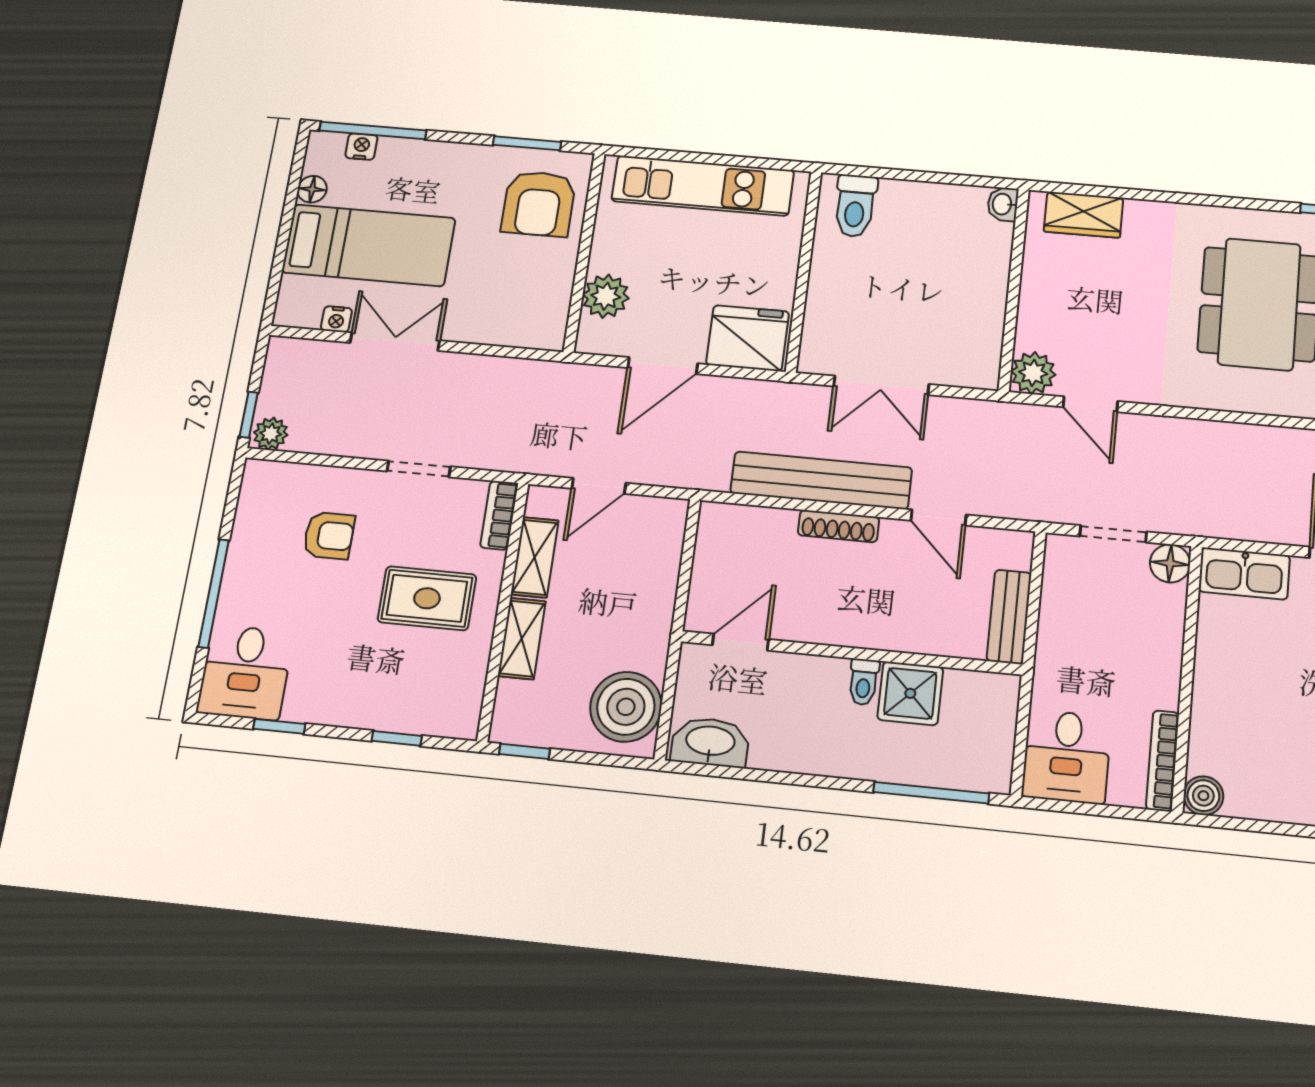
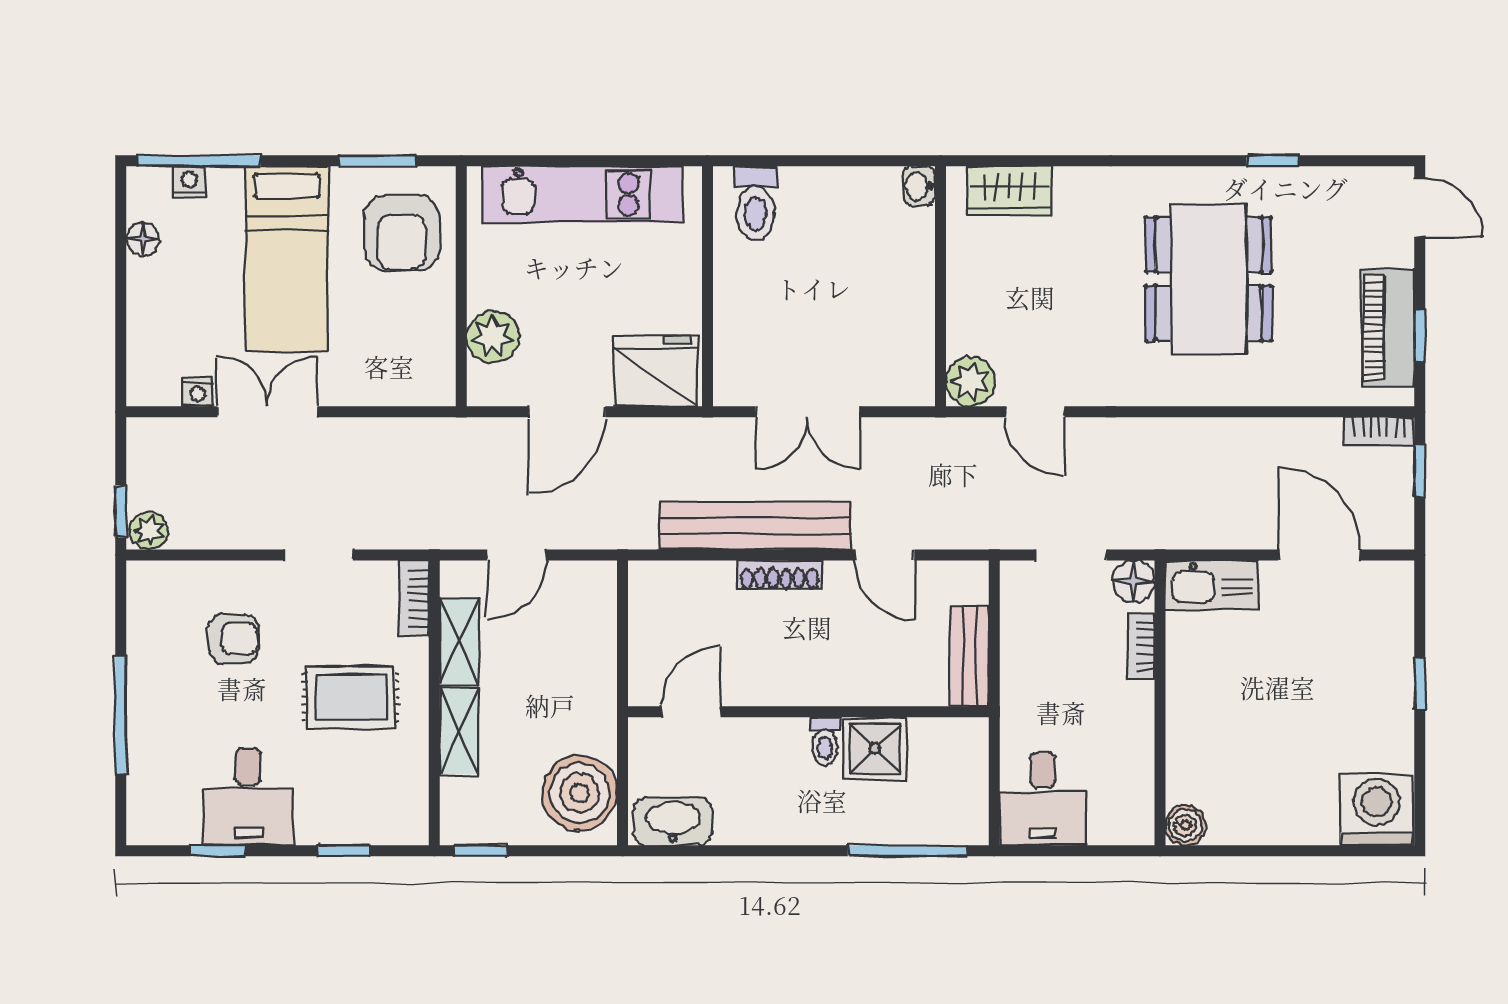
bed: (369, 245) -> (287, 259), moved, turned 90
desk: (245, 672) -> (248, 797), moved
bookcase: (1163, 761) -> (1141, 646), moved, width x0.64

